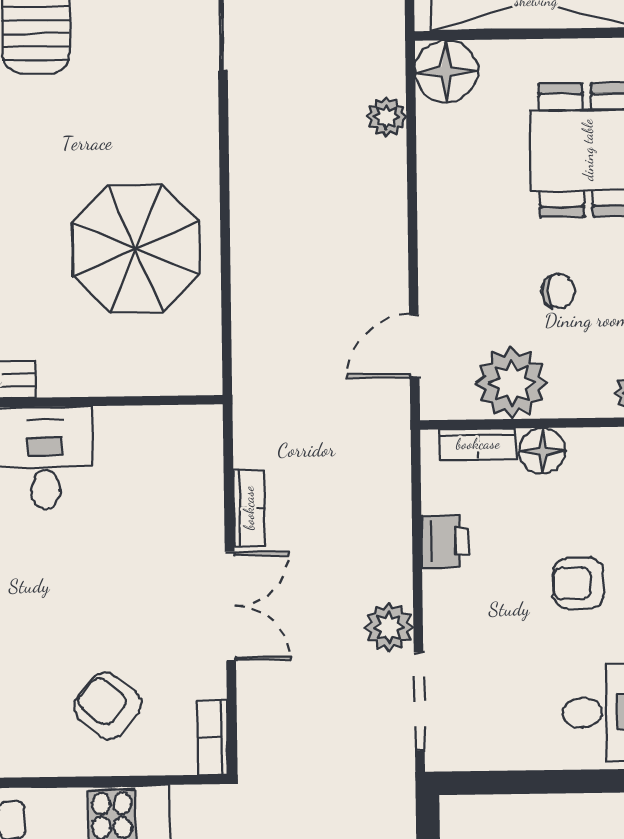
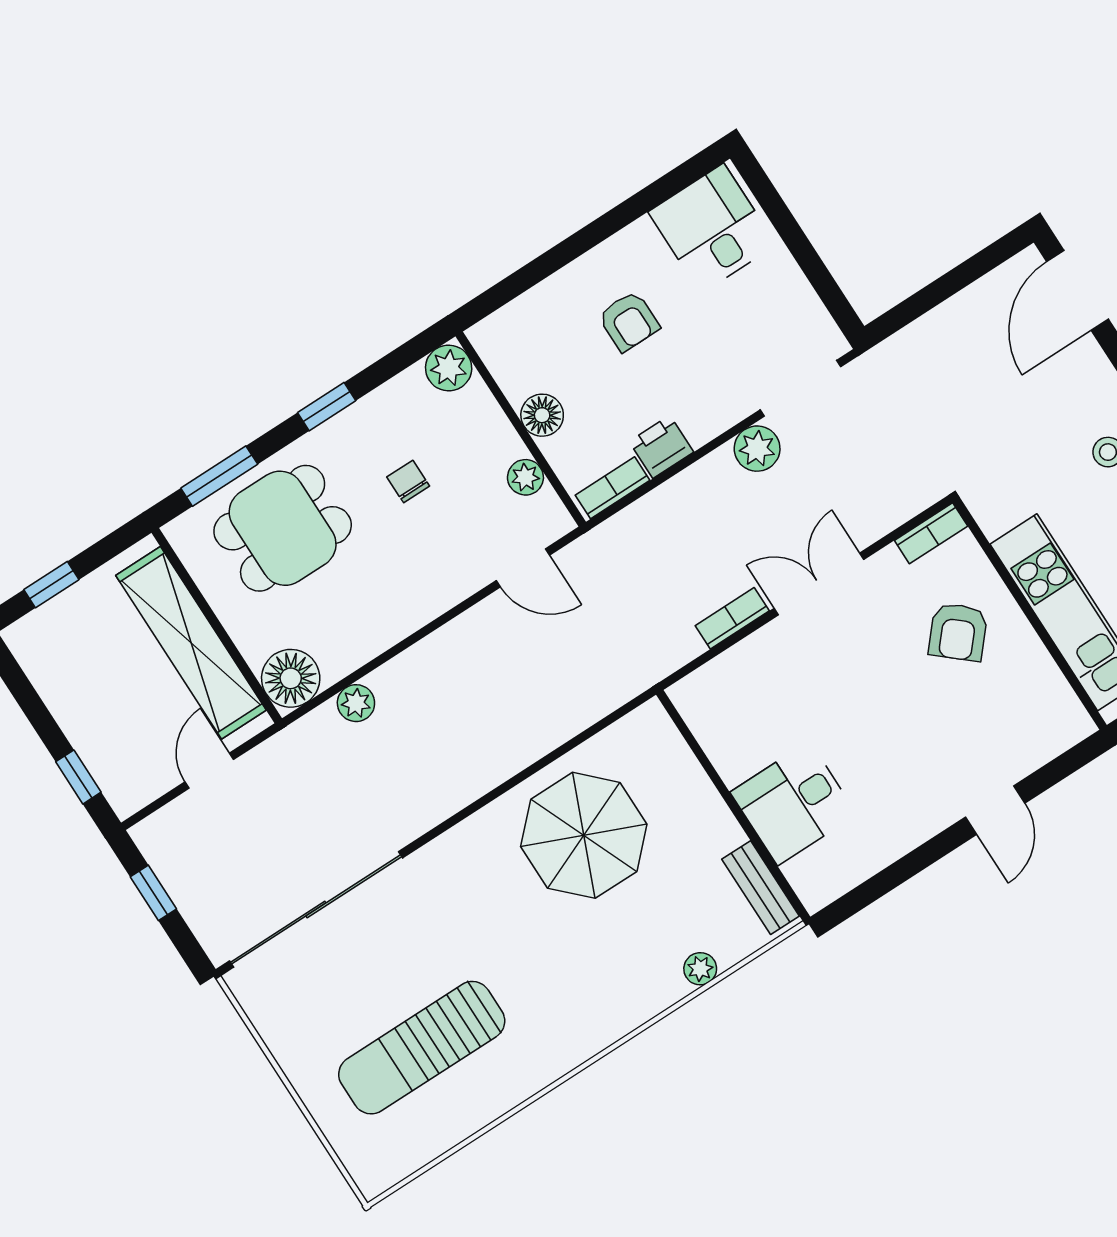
plant: (512, 383) -> (525, 477), width x0.53, depth x0.53
bookcase: (478, 444) -> (613, 488), moved, turned -90

